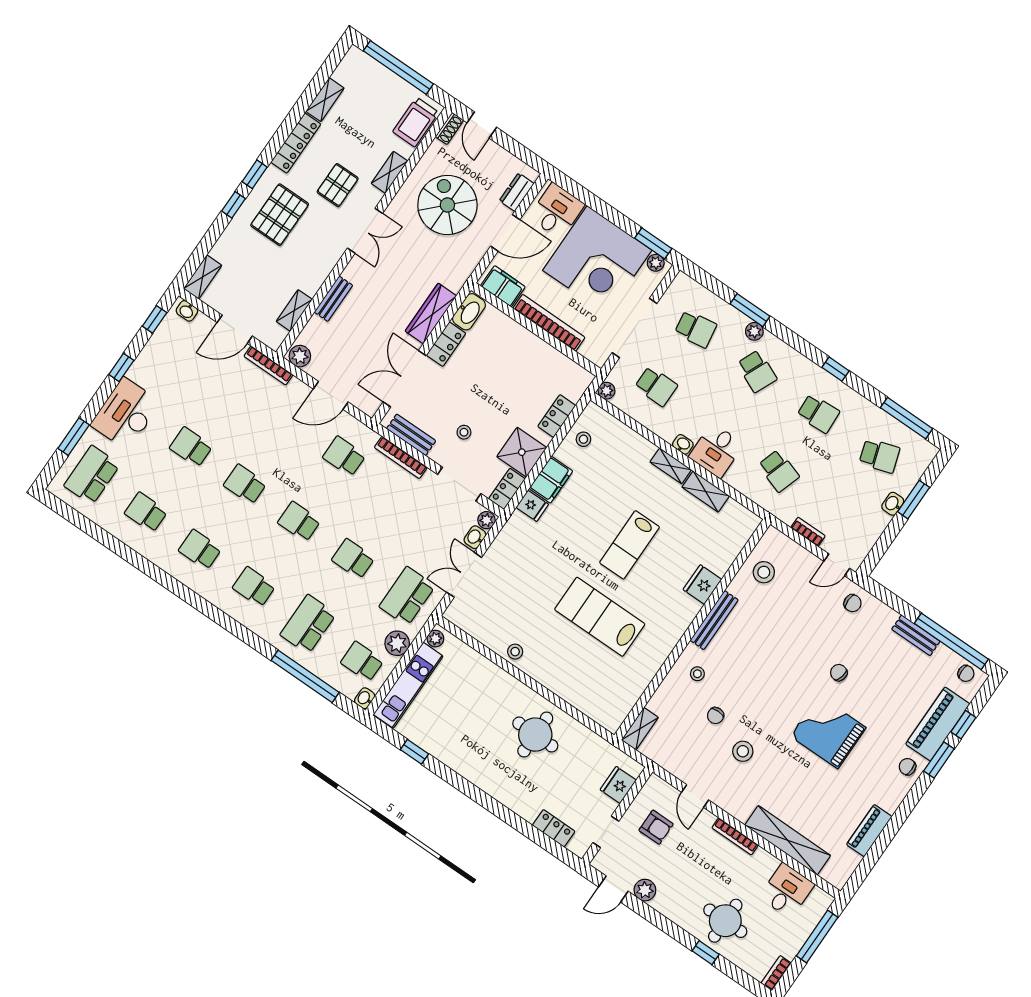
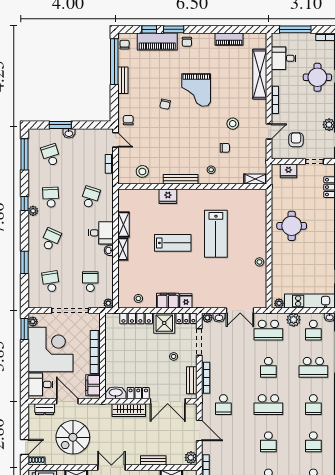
plant: (754, 331) -> (33, 211), moved
locker: (557, 416) -> (136, 318), width x1.53
school desk: (299, 522) -> (268, 405), width x1.85

